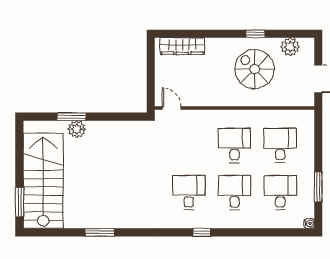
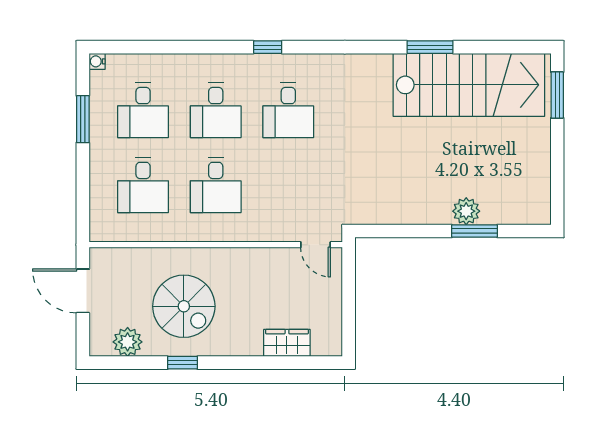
wardrobe: (182, 46) -> (287, 343), width x0.67
stairs: (43, 181) -> (469, 85), moved, turned -90

